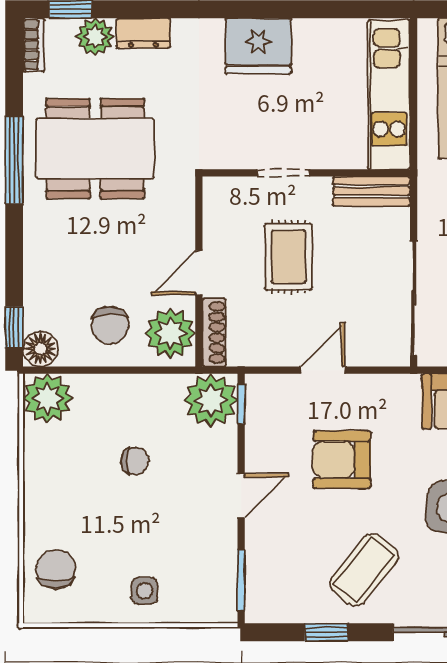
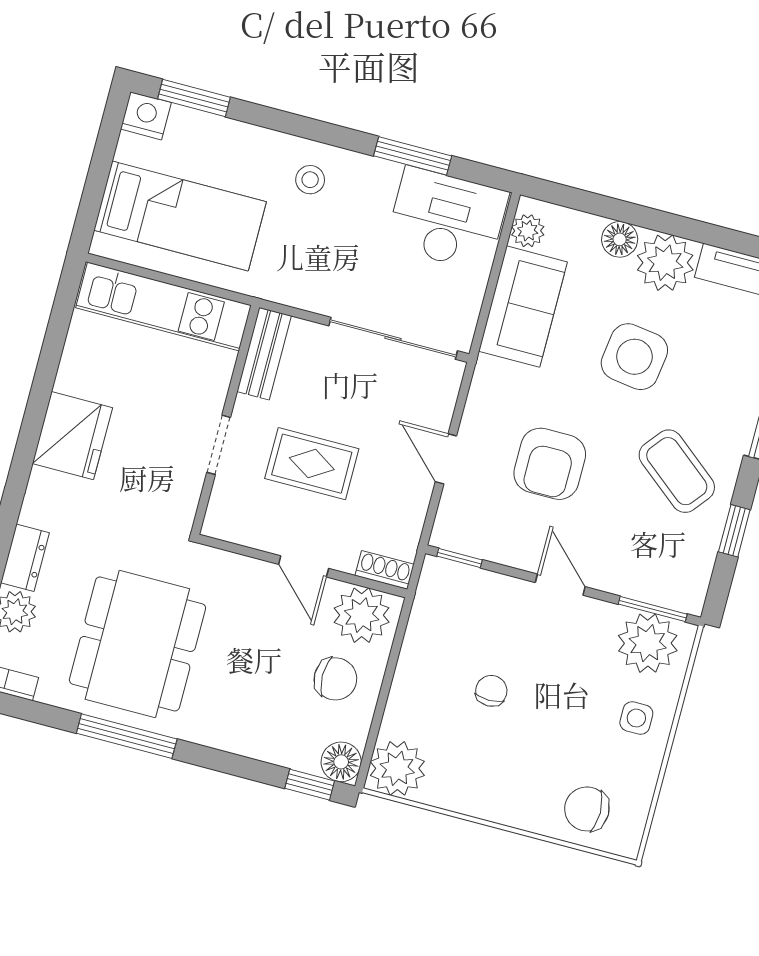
shoe rack: (214, 332) -> (384, 570), width x0.70
plant: (211, 400) -> (648, 643), moved

